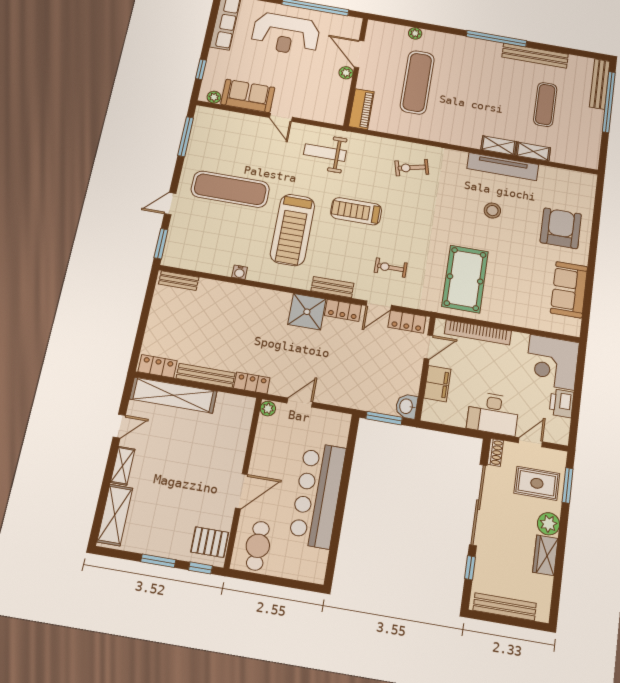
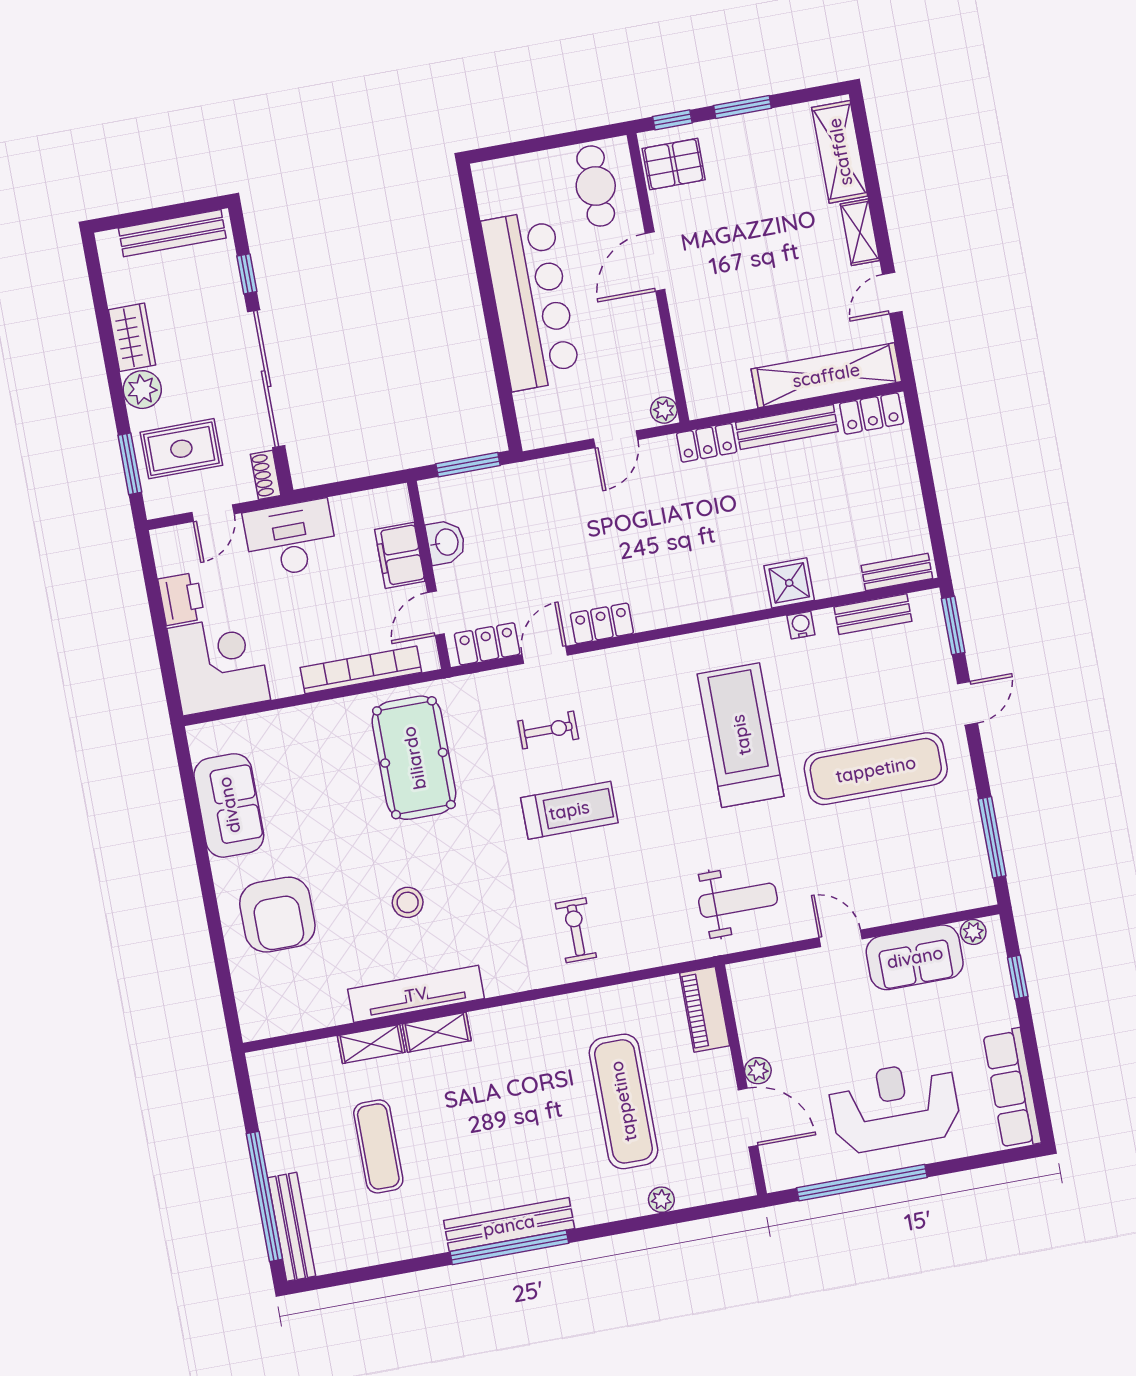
bench: (535, 56) -> (509, 1225), moved
exercise bike: (412, 168) -> (576, 930), turned -76
treadmill: (356, 211) -> (569, 810), moved
bench: (332, 287) -> (873, 614), moved
shower: (307, 312) -> (789, 583), moved, width x0.73, depth x0.73
washbasin: (407, 406) -> (446, 542), moved

